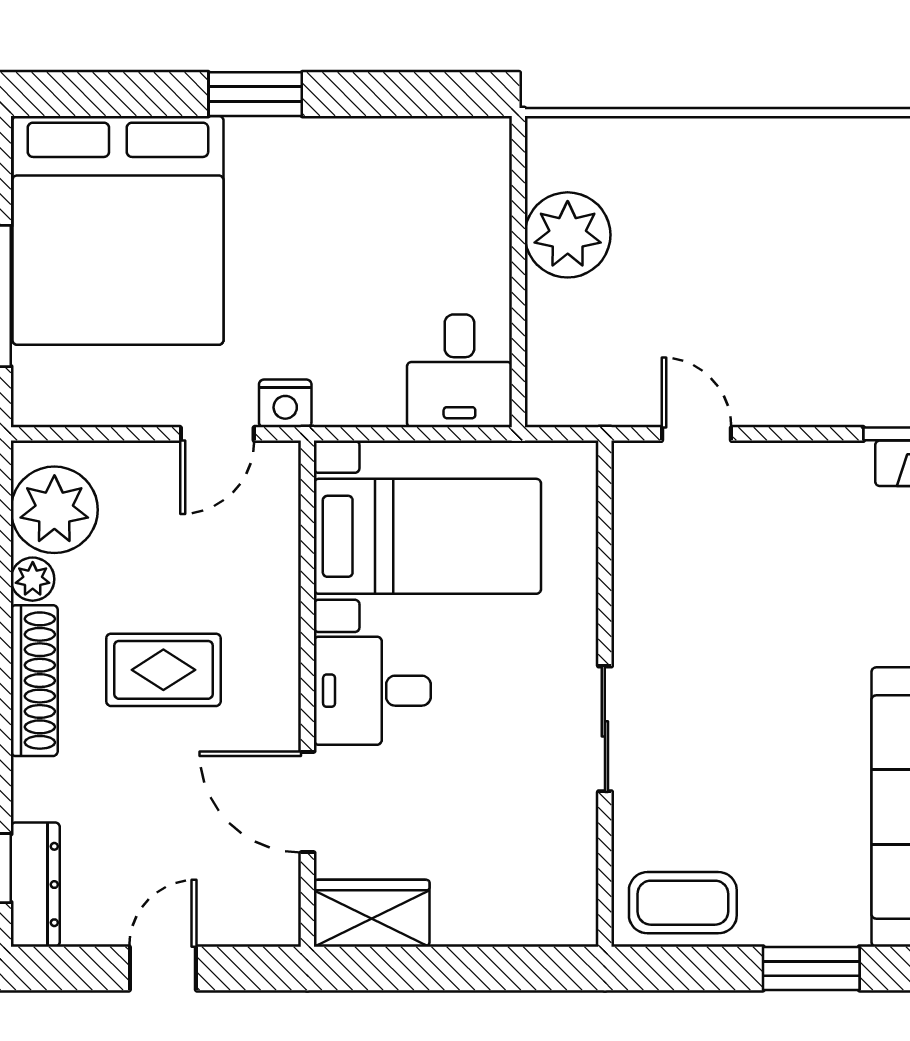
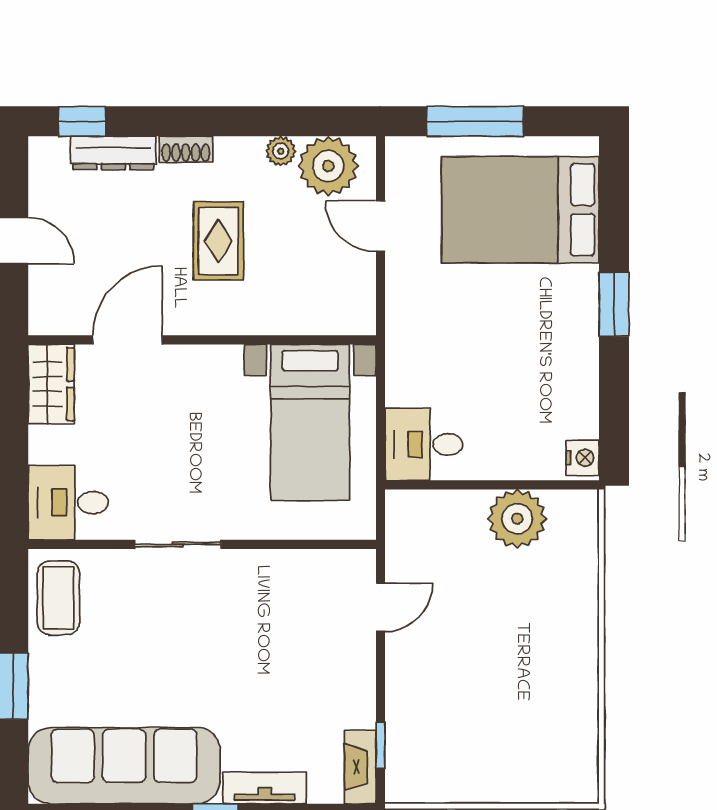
bed: (118, 230) -> (520, 210), width x0.73
nightstand: (285, 403) -> (583, 458), moved, turned 180
door: (217, 434) -> (380, 226), moved
shoe rack: (34, 681) -> (186, 149), width x0.51, depth x0.81
desk: (372, 691) -> (68, 503), moved, turned -90
dresser: (35, 885) -> (113, 153), moved

